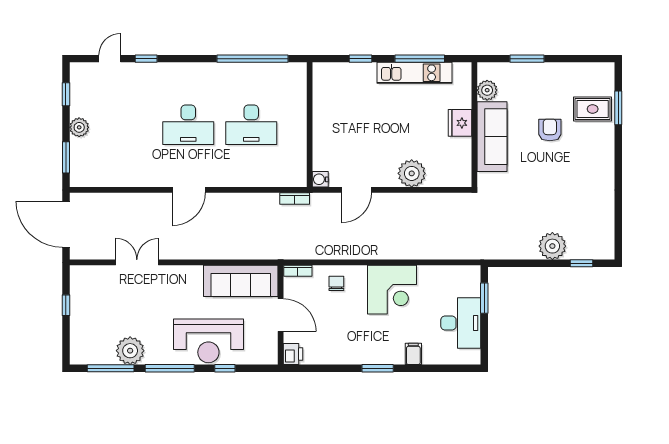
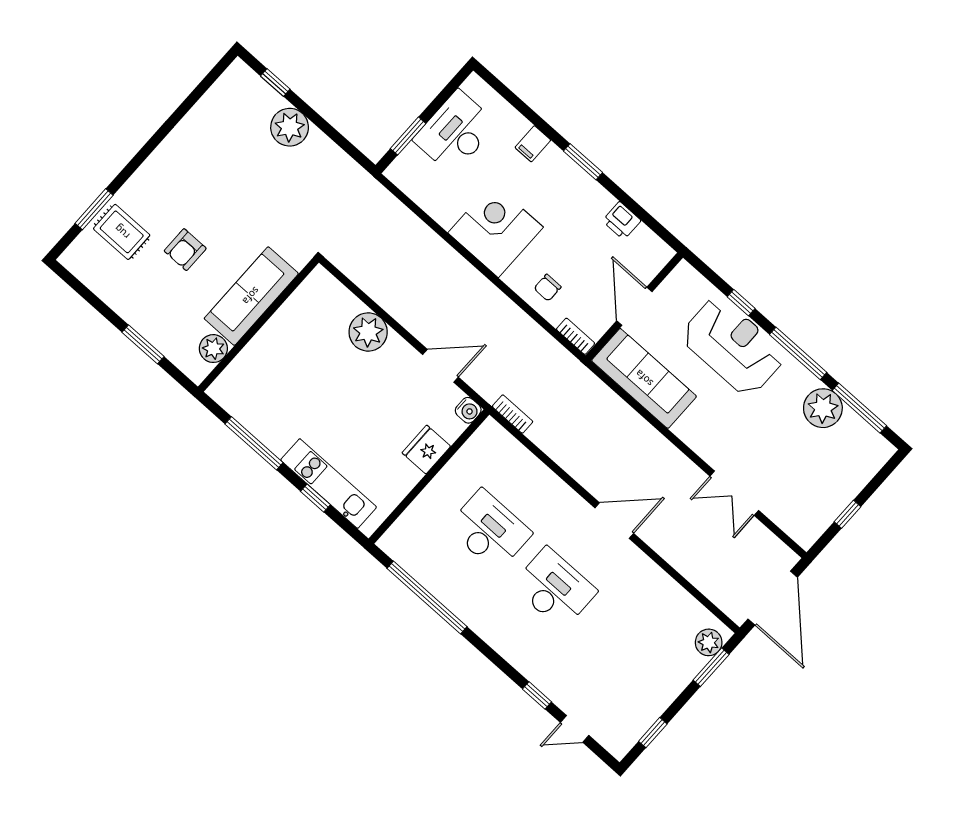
kitchen unit: (414, 73) -> (329, 484), moved
fridge: (460, 123) -> (426, 450), moved, turned 180
plant: (79, 127) -> (709, 642), moved
printer: (293, 354) -> (622, 221), moved, turned -90

